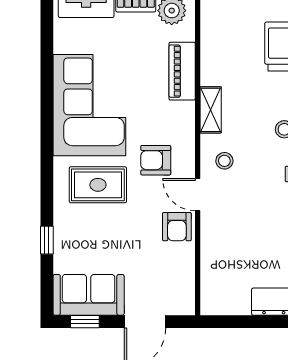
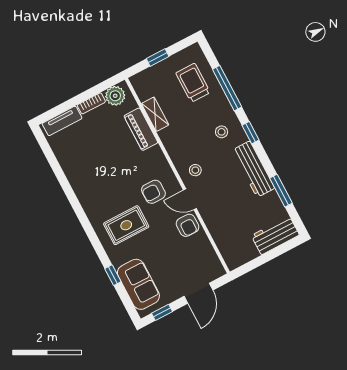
corner sofa: (89, 105) -> (95, 180), removed
shelving: (211, 110) -> (155, 114), moved
sofa: (89, 295) -> (138, 284), moved, turned 90

